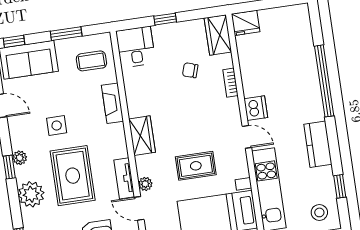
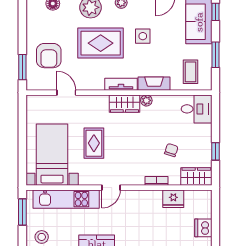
window: (165, 19) -> (215, 151), moved
fridge: (246, 23) -> (173, 199), moved, turned -90
dishwasher: (256, 108) -> (203, 228), moved, turned 90
tv unit: (124, 178) -> (121, 84), moved
plant: (145, 184) -> (146, 100), moved
door: (139, 208) -> (66, 93), hinge flipped

